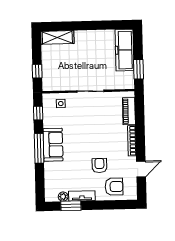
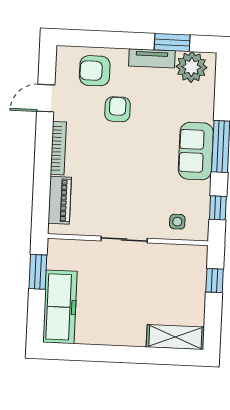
armchair: (99, 165) -> (118, 109), turned 180
plant: (63, 197) -> (192, 67), width x1.88, depth x1.88

